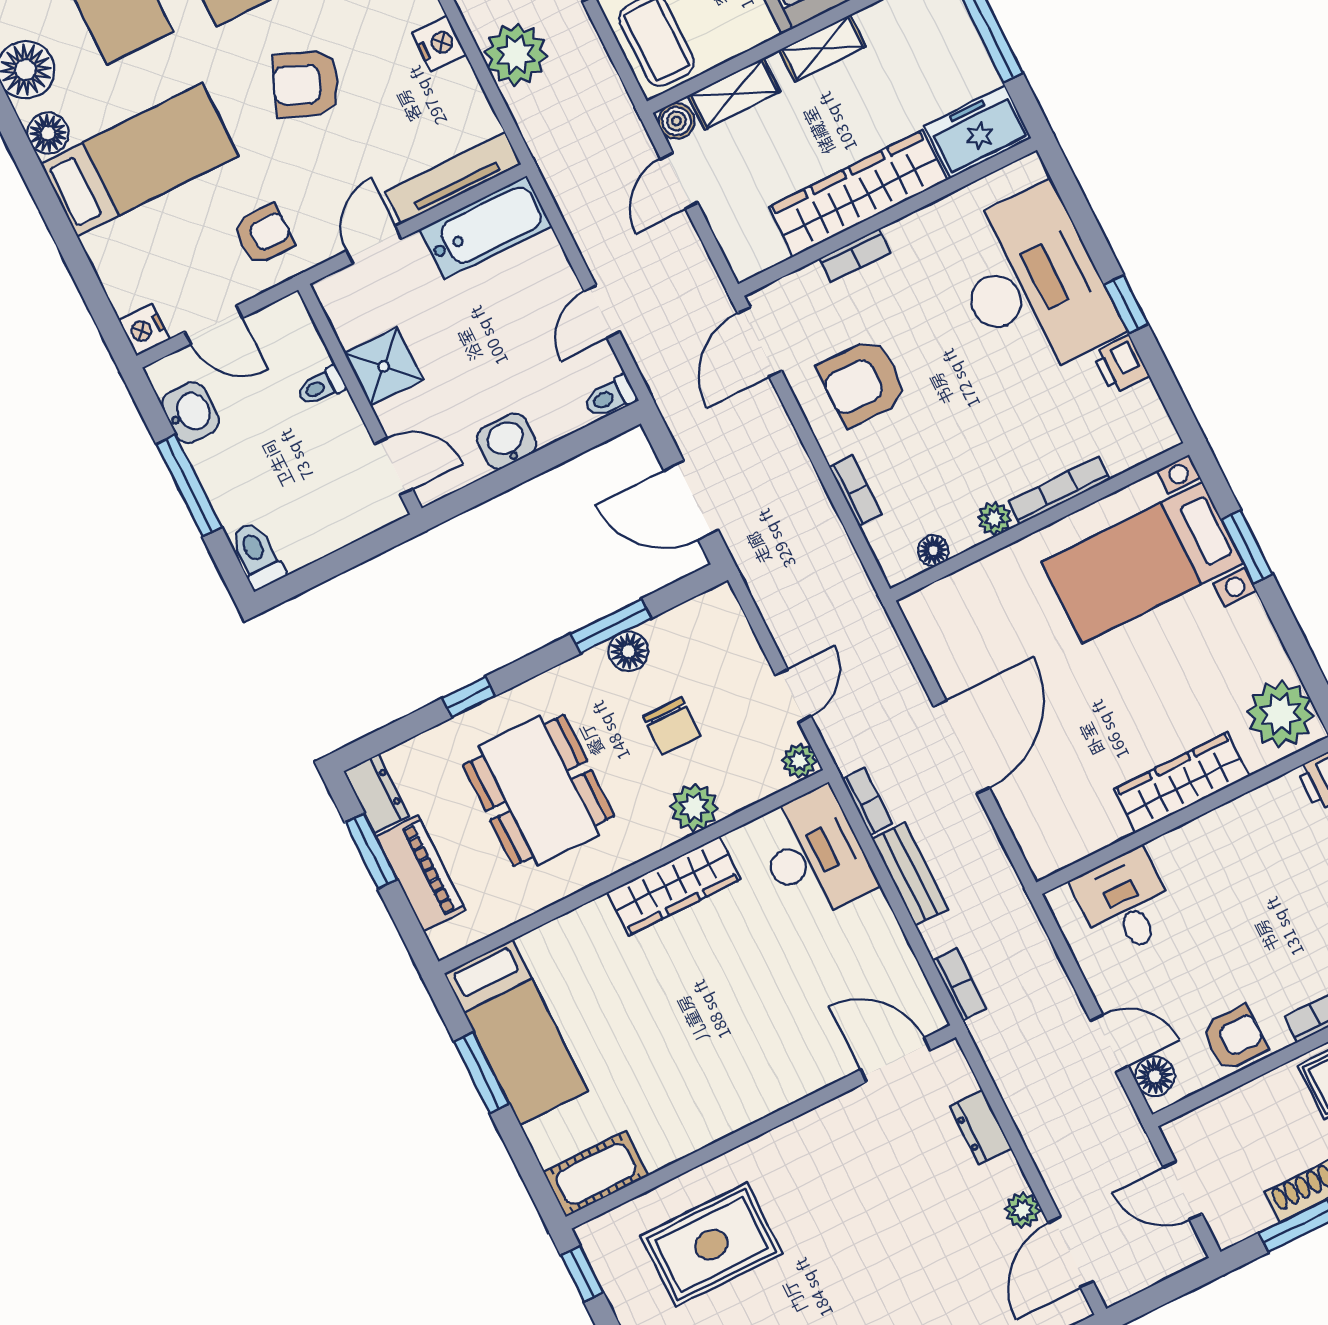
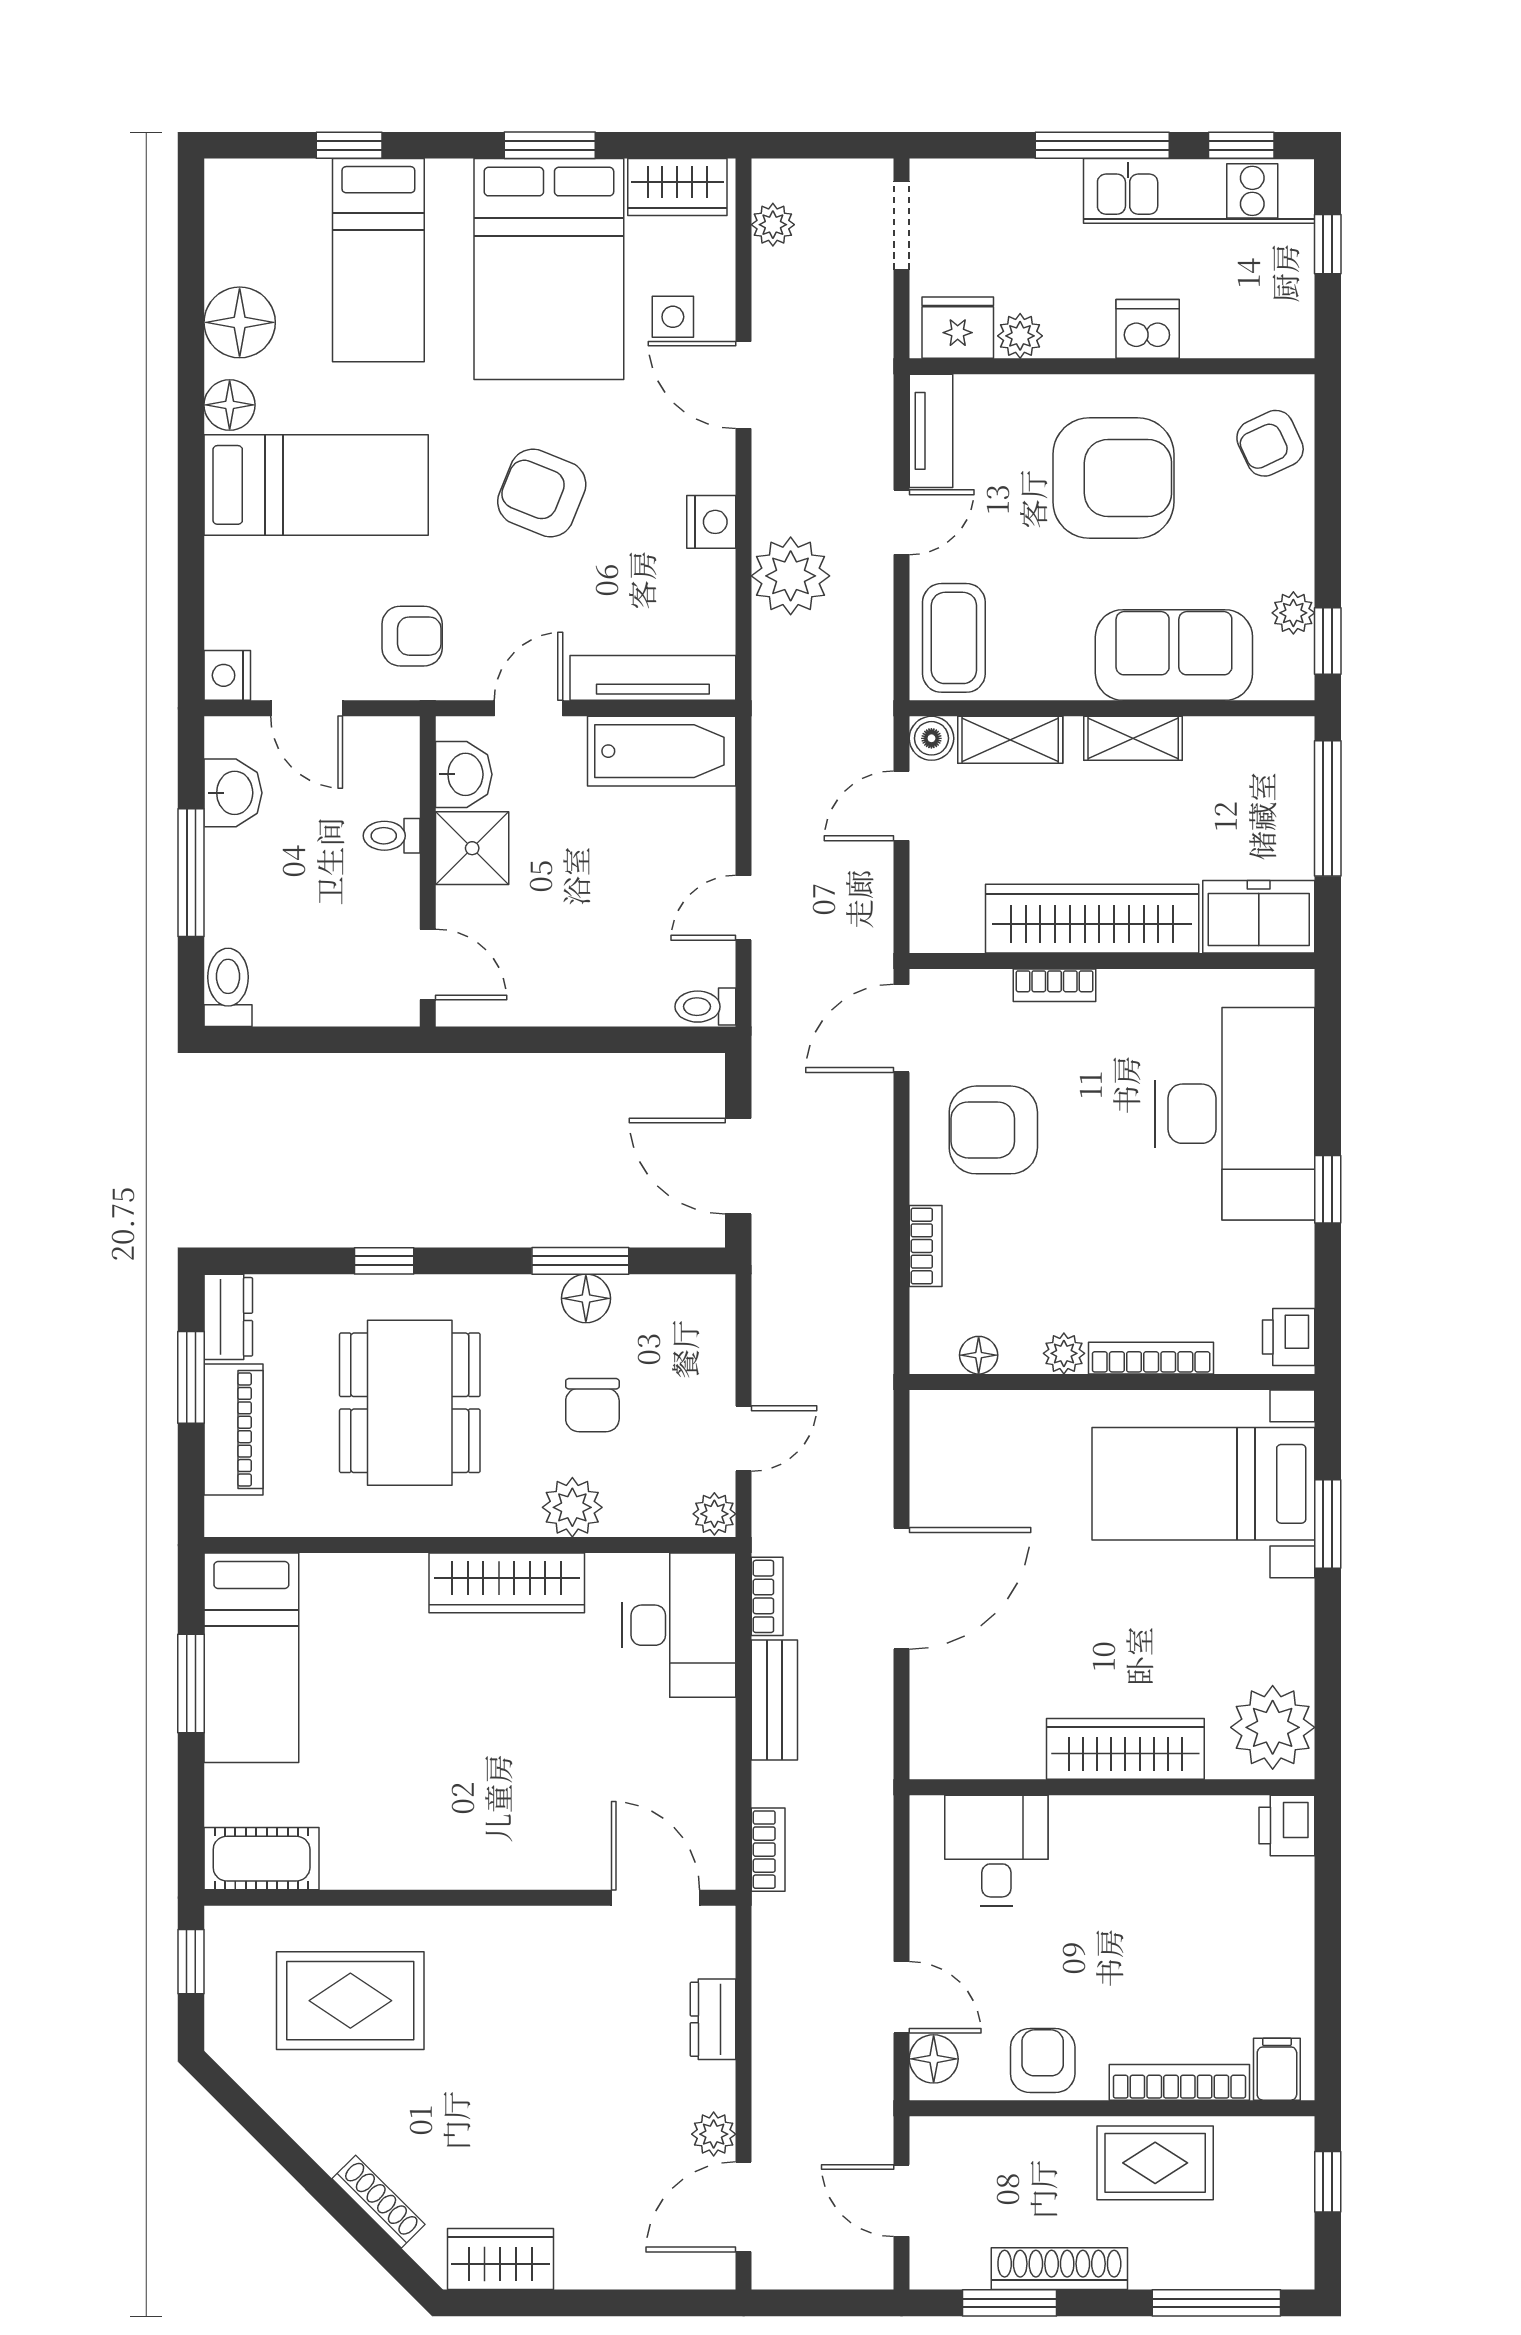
printer: (1121, 365) -> (1289, 1337), moved
washbasin: (507, 441) -> (464, 774), moved, turned 90
armchair: (1234, 1038) -> (1043, 2061), turned -90

